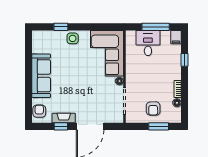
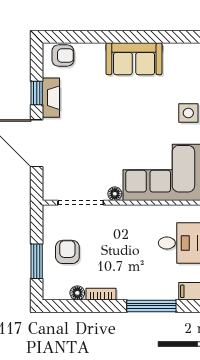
window: (184, 60) -> (151, 306), width x2.17
sofa: (41, 76) -> (134, 59), width x0.73
armchair: (153, 109) -> (67, 252), turned 91

